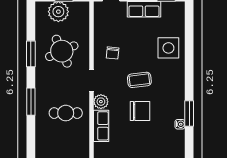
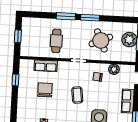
window: (31, 54) -> (90, 18), moved
plant: (101, 102) -> (114, 69), moved
chair: (140, 111) -> (45, 90), moved, turned 180

